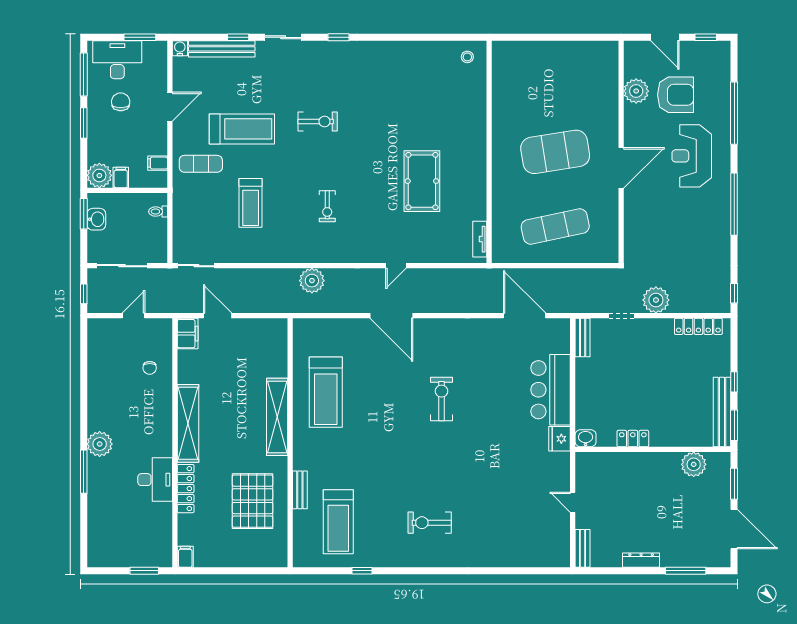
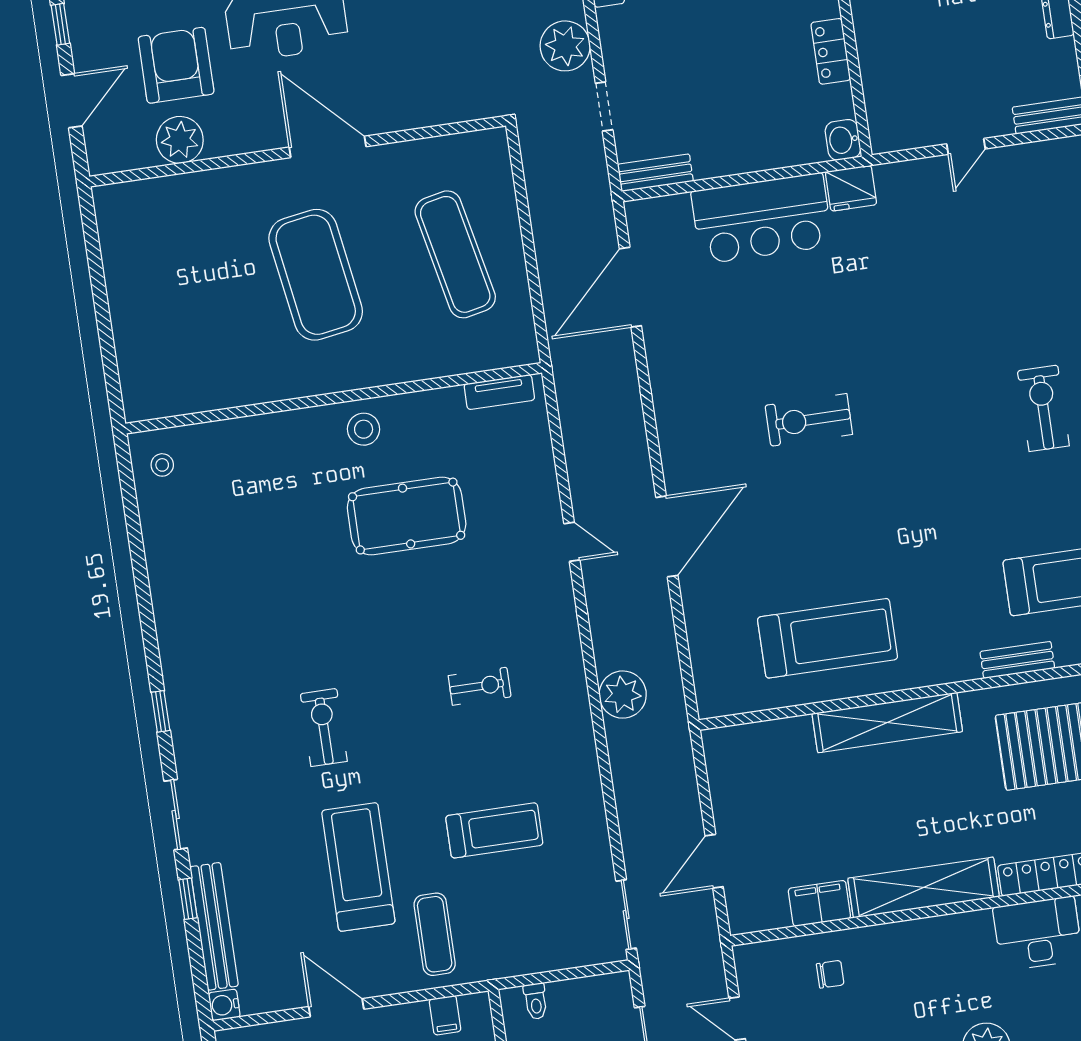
stool: (471, 165) -> (364, 429), added
filing cabinet: (188, 334) -> (819, 903), moved
exercise bike: (430, 523) -> (1043, 408), turned 180

